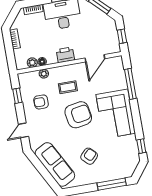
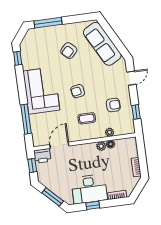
printer: (65, 55) -> (42, 156), moved
plant: (32, 63) -> (101, 146), moved
armchair: (78, 115) -> (78, 91), width x0.53, depth x0.53

